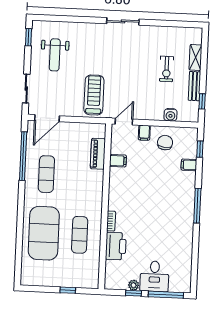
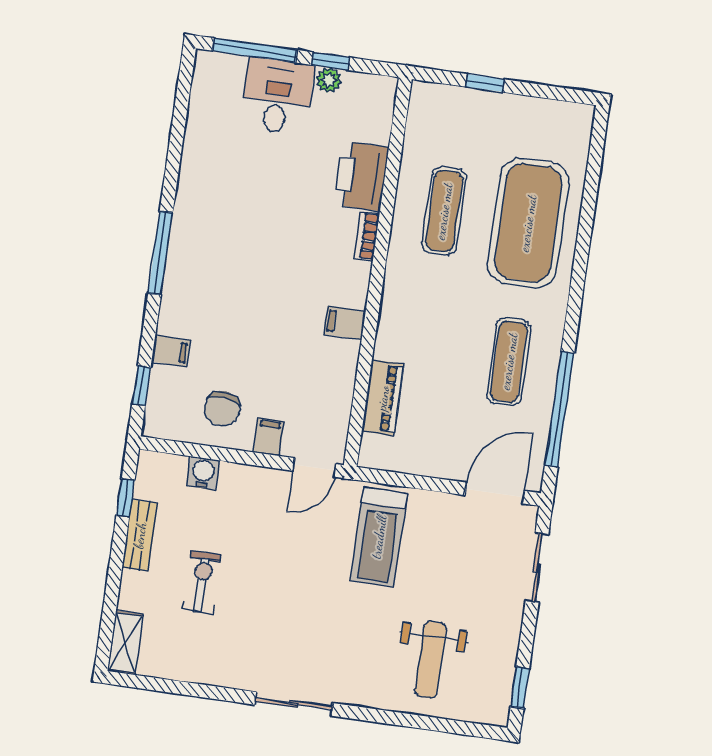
weight bench: (55, 55) -> (431, 660), moved, turned 180
shelving: (196, 58) -> (125, 643), moved
filing cabinet: (118, 161) -> (345, 323), moved

